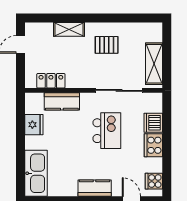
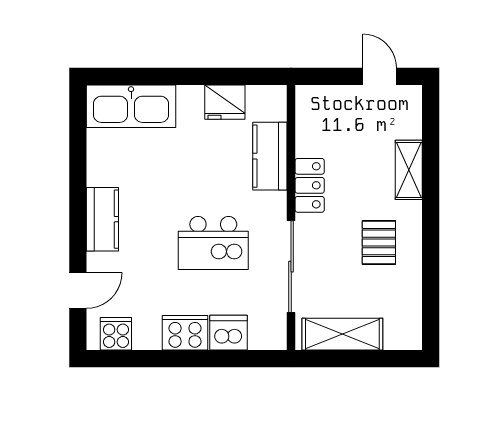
locker: (51, 81) -> (310, 185), moved

